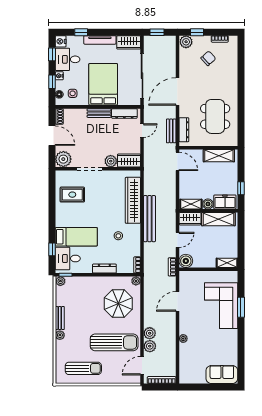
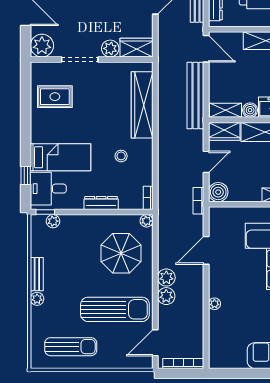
bench: (150, 219) -> (195, 96), moved
plant: (60, 281) -> (53, 221), moved
plant: (150, 346) -> (166, 278), moved

